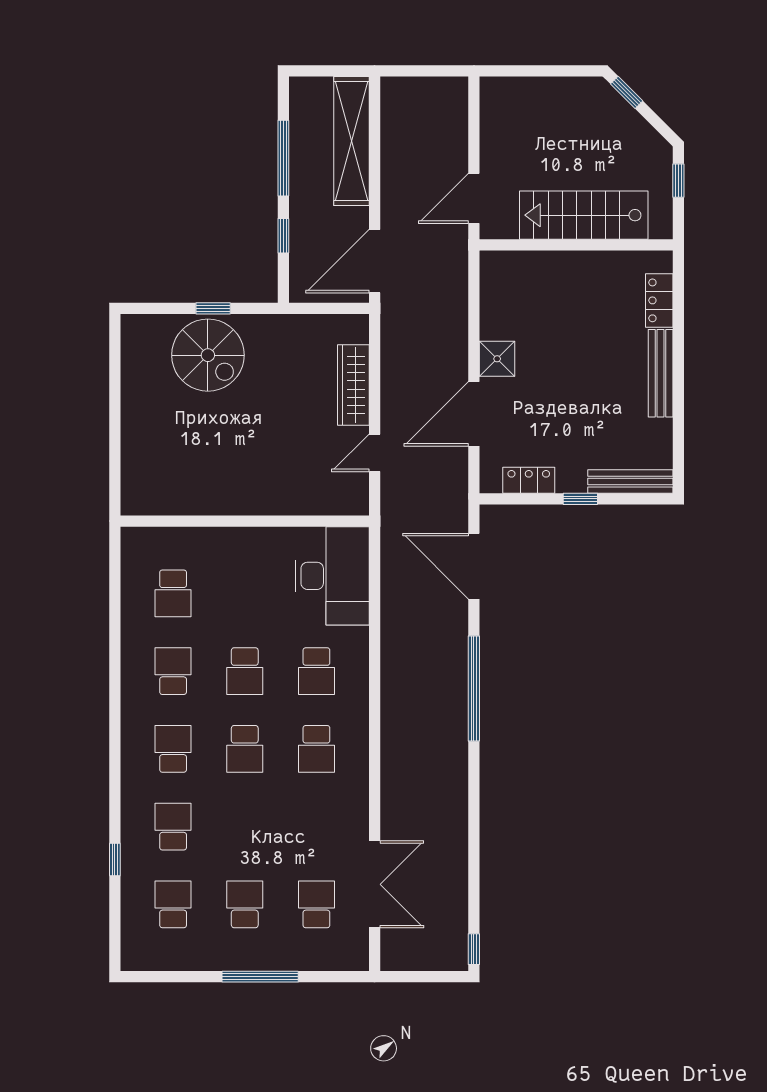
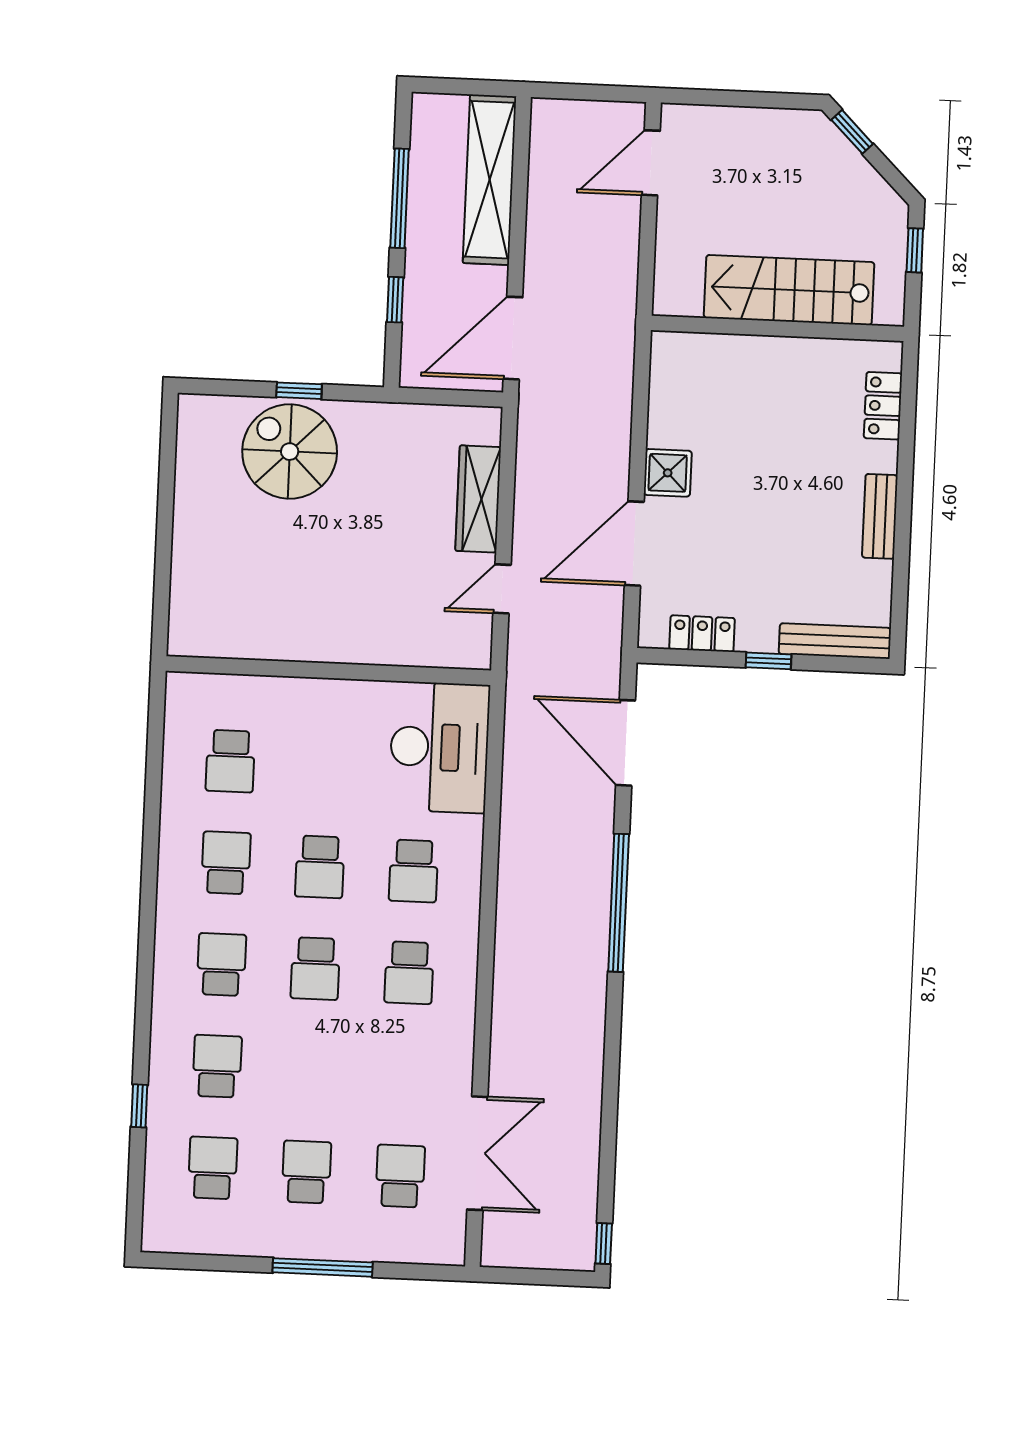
door: (474, 198) -> (651, 163), moved
spiral stairs: (208, 355) -> (290, 452), turned 180
bench: (661, 373) -> (880, 516), width x0.73

